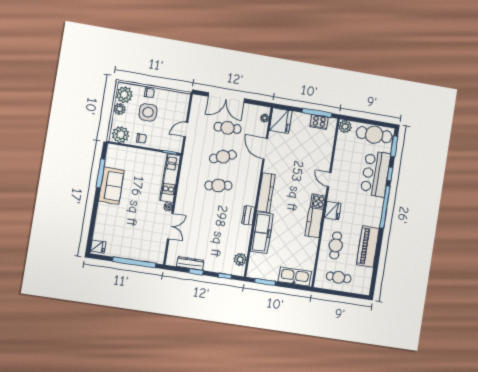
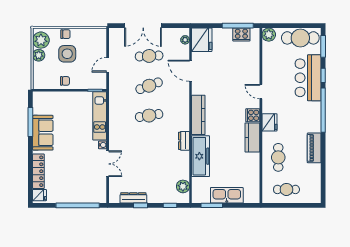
plant: (121, 135) -> (44, 81), removed
locker: (101, 223) -> (38, 171), added
piano: (368, 247) -> (314, 148), width x0.73, depth x0.75
kitchen sink: (295, 276) -> (227, 195), moved

